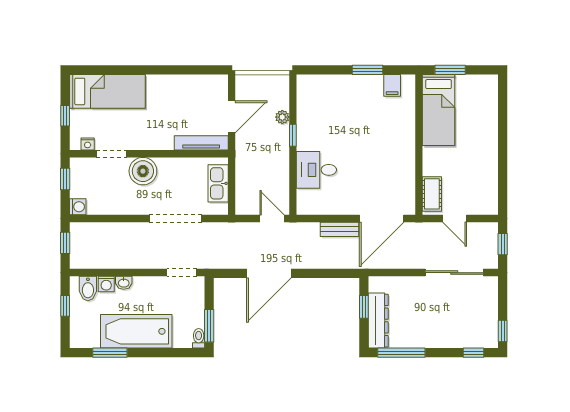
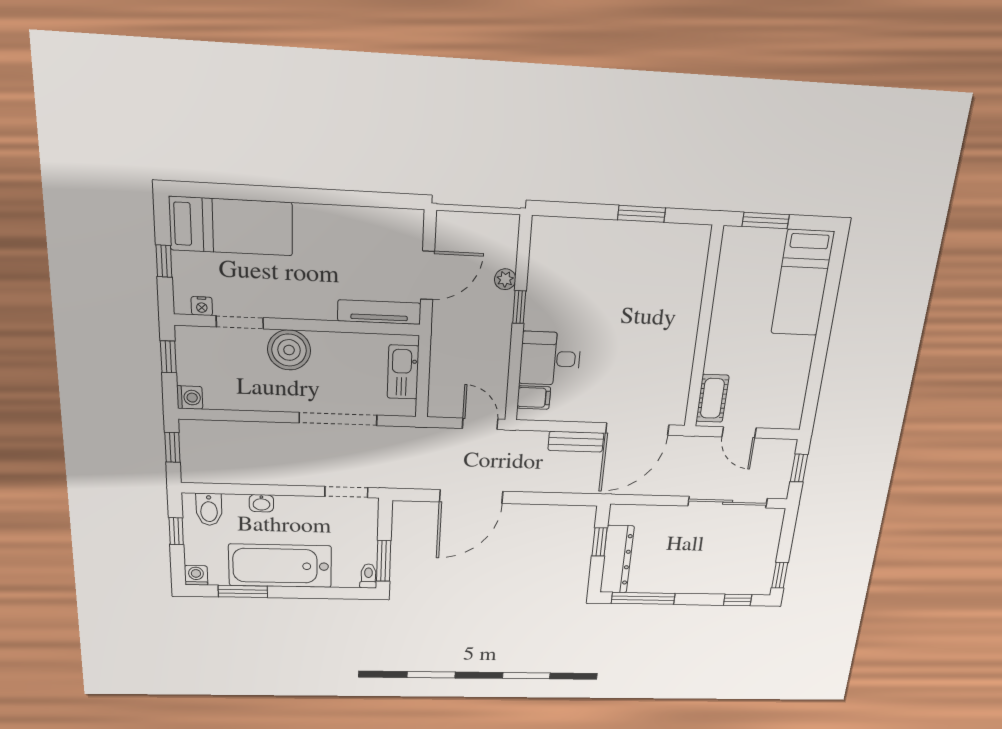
filing cabinet: (392, 85) -> (534, 397), moved, turned -90
bed: (439, 110) -> (802, 283), moved
washing machine: (106, 284) -> (196, 575), moved, turned 180

